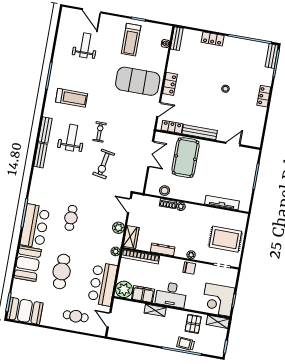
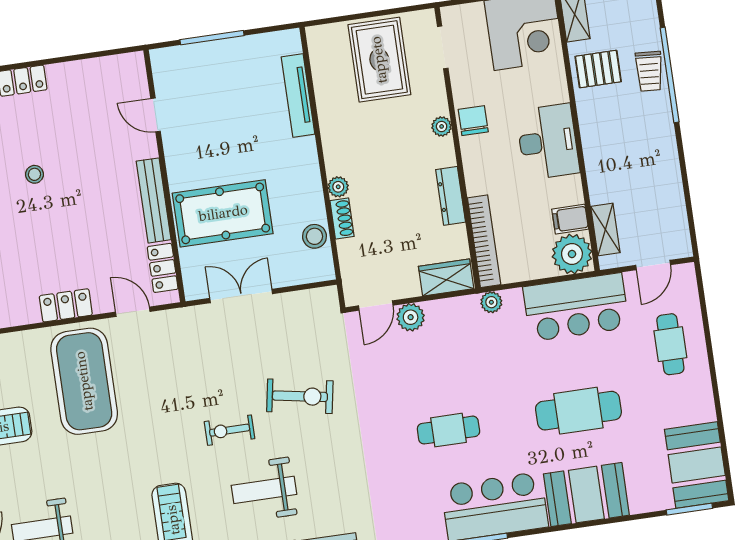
plant: (118, 228) -> (411, 317), moved
filing cabinet: (143, 294) -> (570, 219), width x0.50
shelving: (155, 310) -> (605, 229), moved

